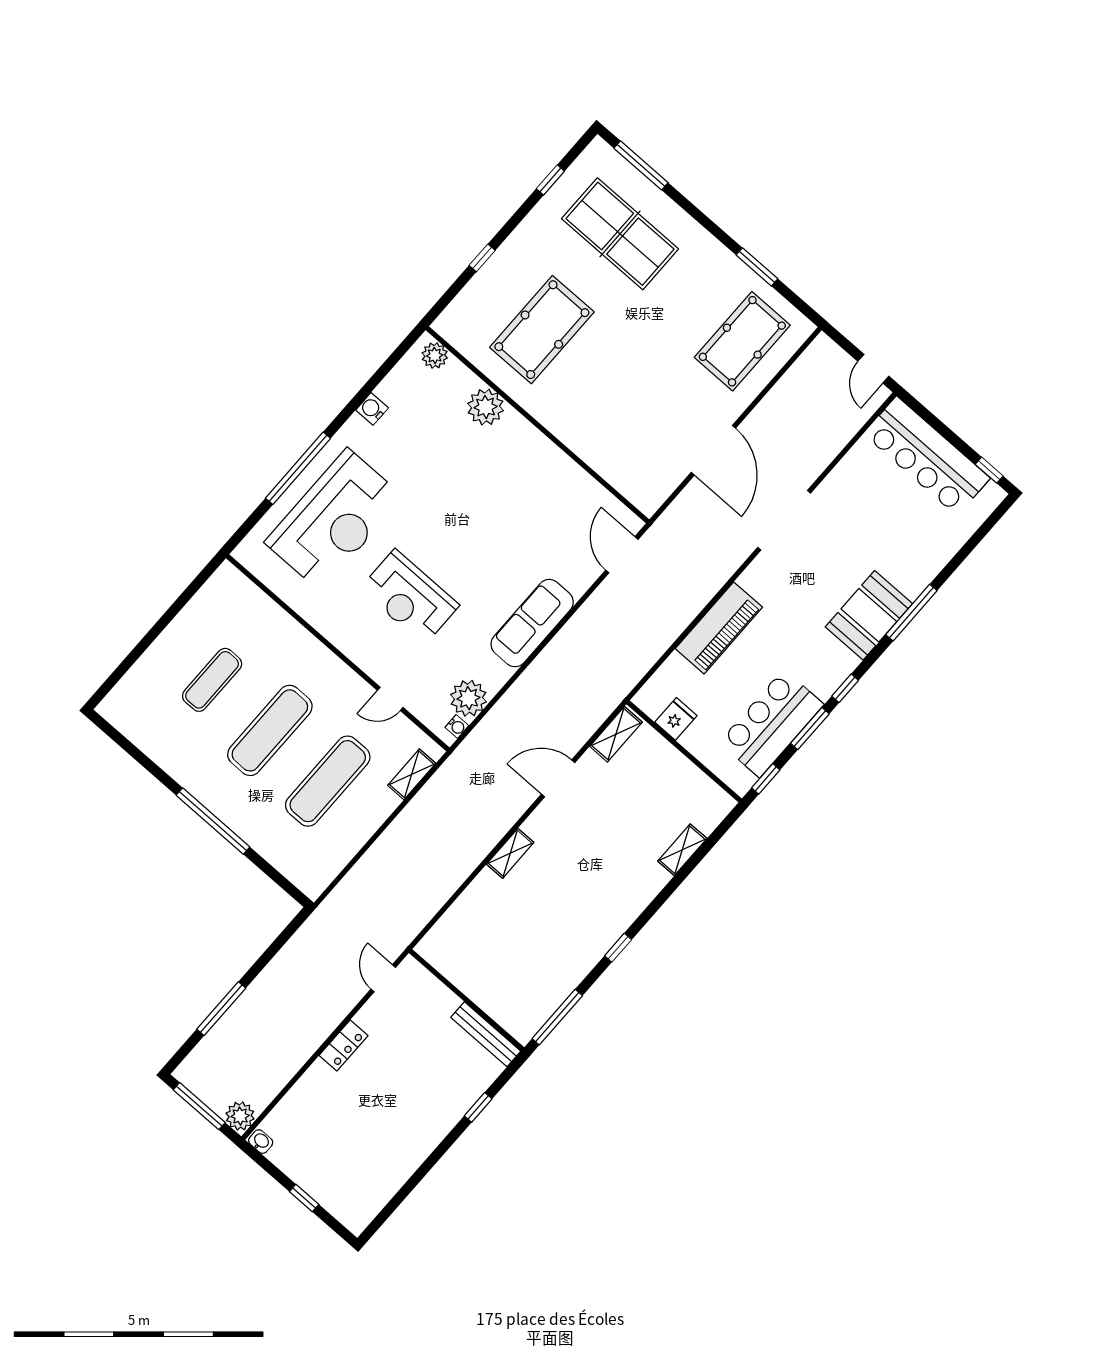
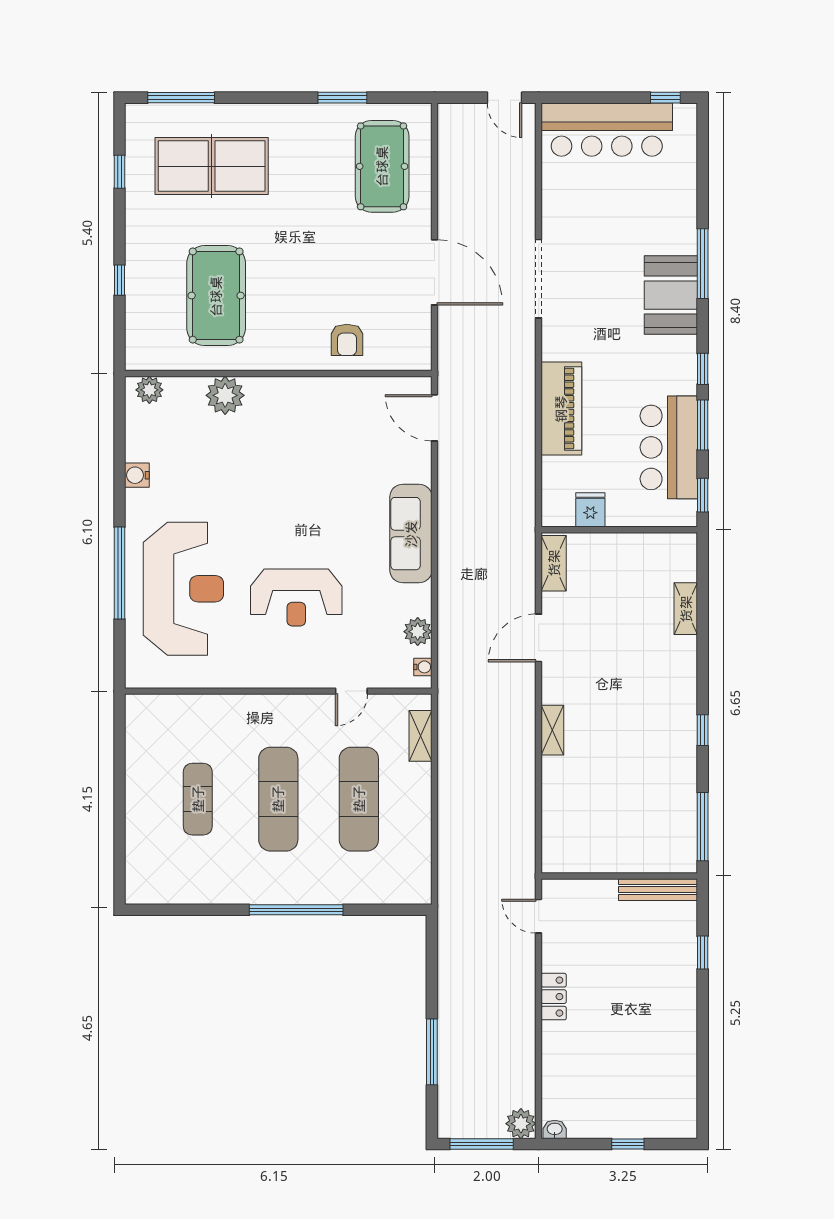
armchair: (608, 444) -> (347, 340), added
plant: (468, 698) -> (418, 632), width x0.73, depth x0.73

